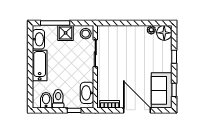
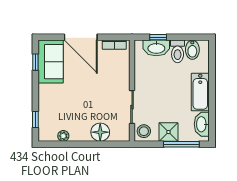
floor lamp: (164, 33) -> (100, 132), moved
window: (174, 57) -> (35, 119), moved
washbasin: (87, 93) -> (156, 48), moved, turned 90

